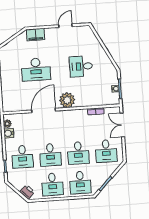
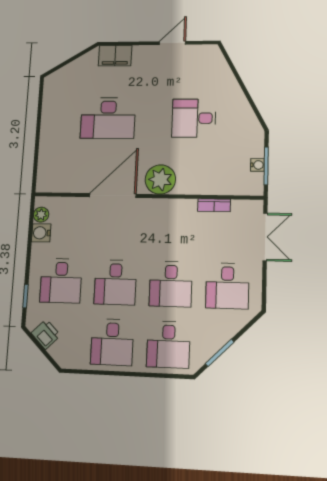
double door: (122, 125) -> (265, 237), swing flipped
printer: (27, 192) -> (46, 334), moved

